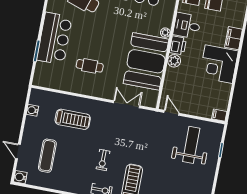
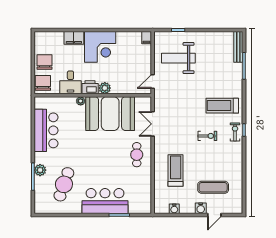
cafe table: (90, 66) -> (137, 155), moved
water cooler: (20, 177) -> (201, 208), moved

